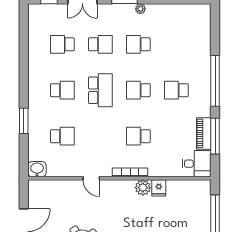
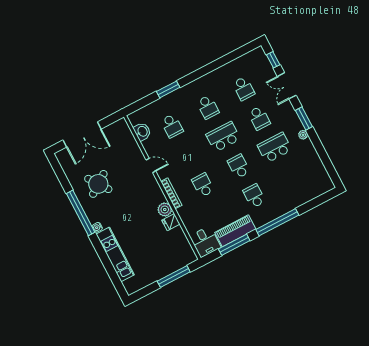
school desk: (62, 44) -> (244, 88), turned 180
school desk: (138, 44) -> (275, 148), width x1.85
school desk: (100, 90) -> (223, 137), turned 180
piano: (204, 133) -> (235, 231), width x1.37, depth x1.33
washbasin: (37, 169) -> (142, 131), moved
door: (91, 178) -> (151, 166), swing flipped

